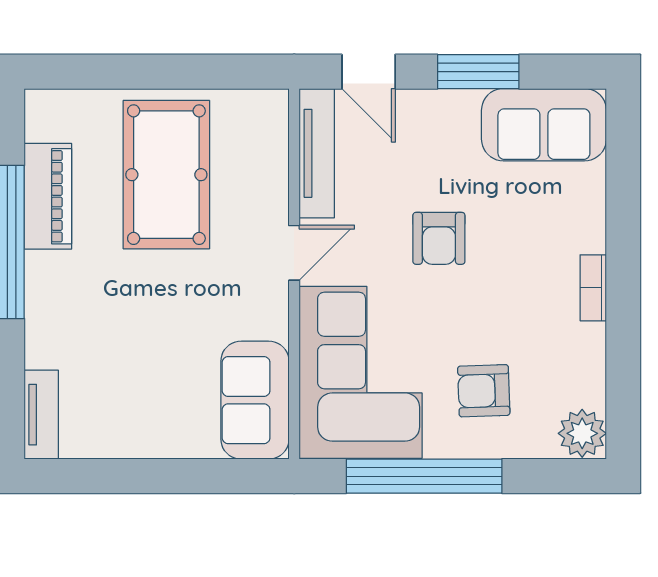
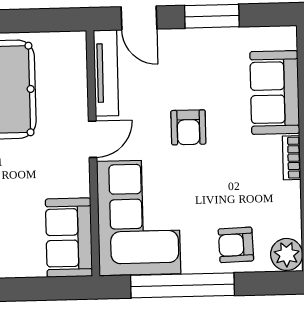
sofa: (544, 125) -> (275, 92), moved, turned 90
armchair: (484, 391) -> (236, 245), moved

